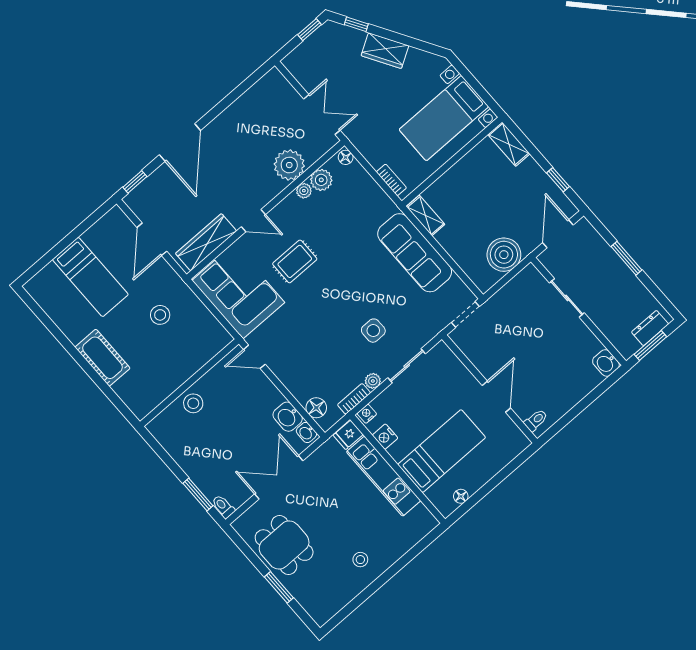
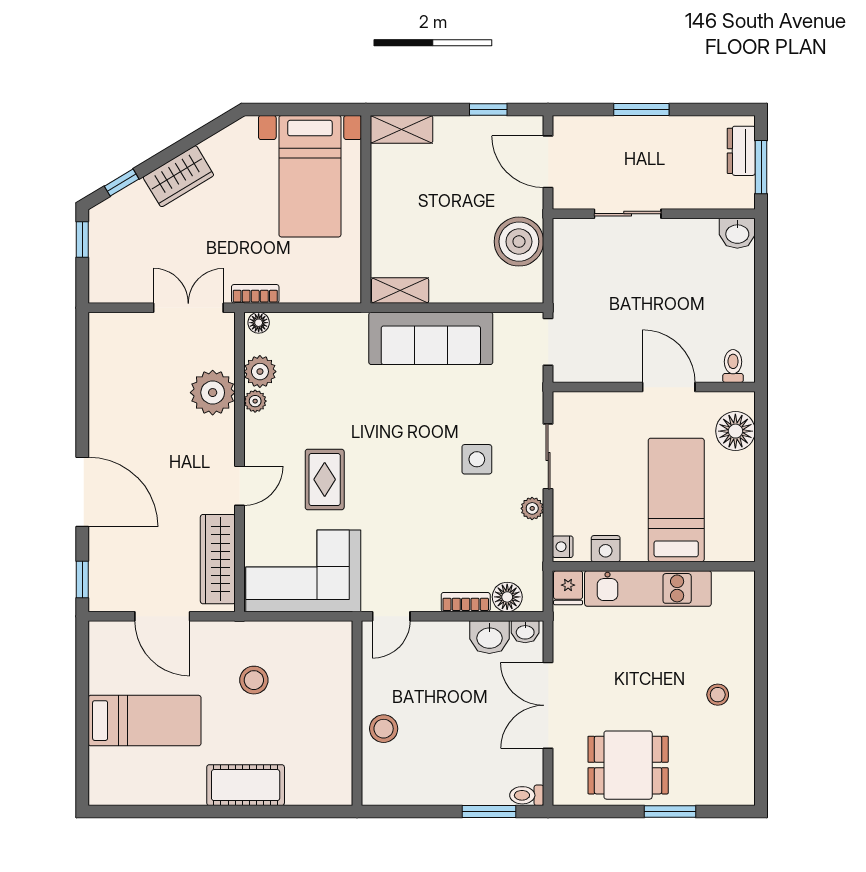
bookcase: (391, 180) -> (255, 294), moved
bookcase: (354, 399) -> (466, 602), moved, turned 90
floor lamp: (461, 496) -> (735, 431), moved, width x1.89, depth x1.89

